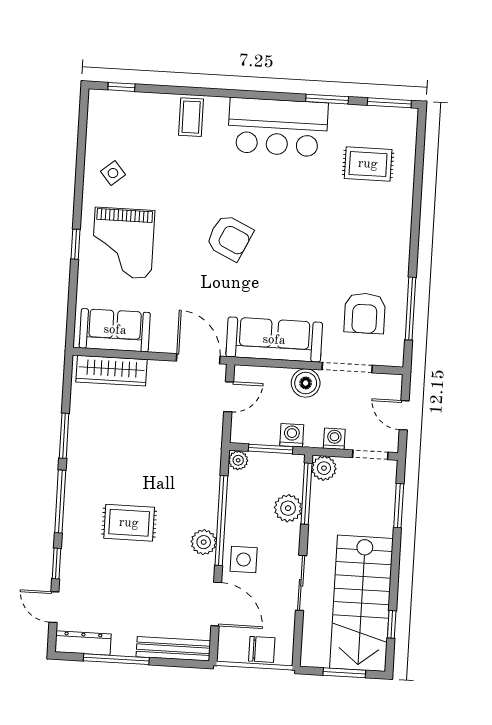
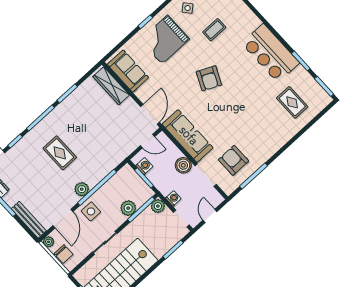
coffee table: (191, 117) -> (214, 30), moved
armchair: (365, 313) -> (234, 160), turned 90
washing machine: (292, 435) -> (144, 166), moved
plant: (238, 460) -> (49, 242), moved

